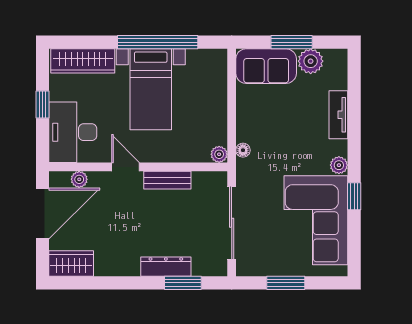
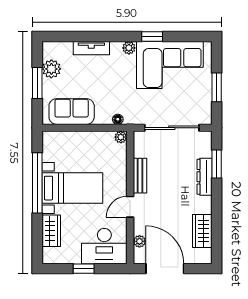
wardrobe: (83, 61) -> (51, 231), width x0.67
sofa: (266, 66) -> (72, 112), moved, turned -90
wardrobe: (71, 264) -> (202, 231), moved

